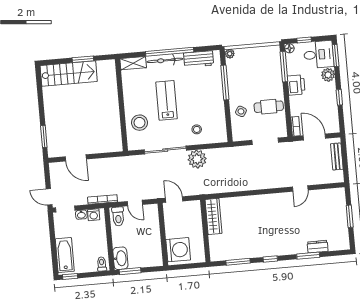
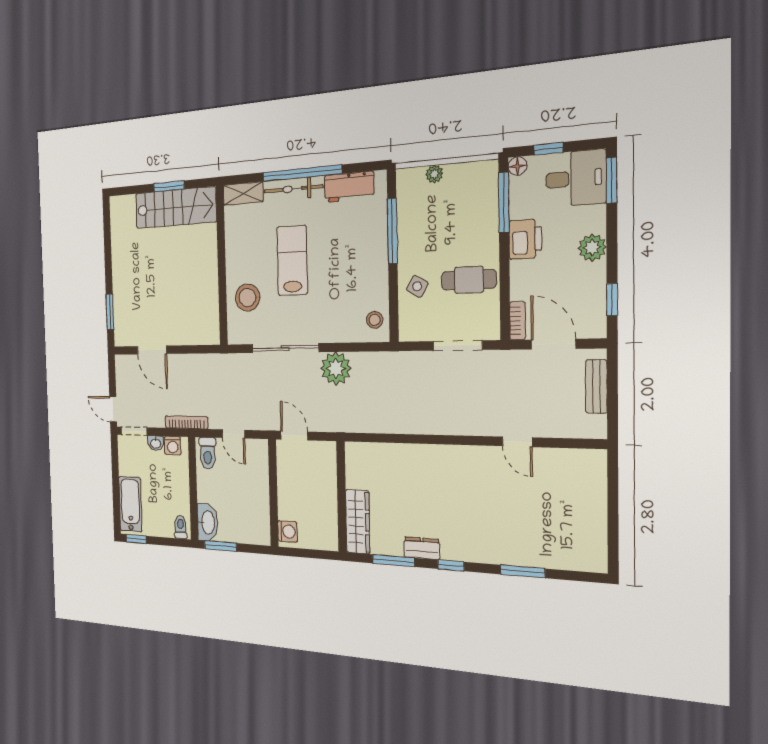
plant: (230, 54) -> (434, 174), moved
stairs: (69, 74) -> (176, 208), moved
plant: (328, 75) -> (592, 248), moved
window: (339, 97) -> (612, 300), moved
stool: (197, 129) -> (375, 320), moved
door: (300, 188) -> (517, 442), hinge flipped
wardrobe: (213, 216) -> (358, 522), moved
window: (350, 216) -> (613, 508), removed
dresser: (318, 247) -> (422, 548), moved
washing machine: (178, 250) -> (288, 531), width x0.53, depth x0.53

